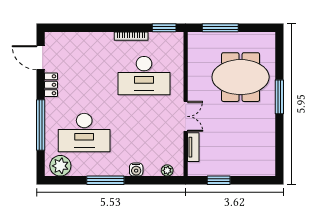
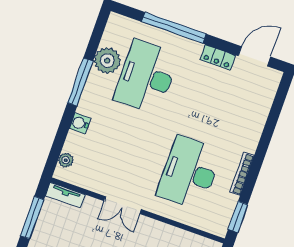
tv unit: (193, 147) -> (65, 195), moved
plant: (60, 166) -> (107, 61), moved
window: (219, 180) -> (32, 218), width x1.44

